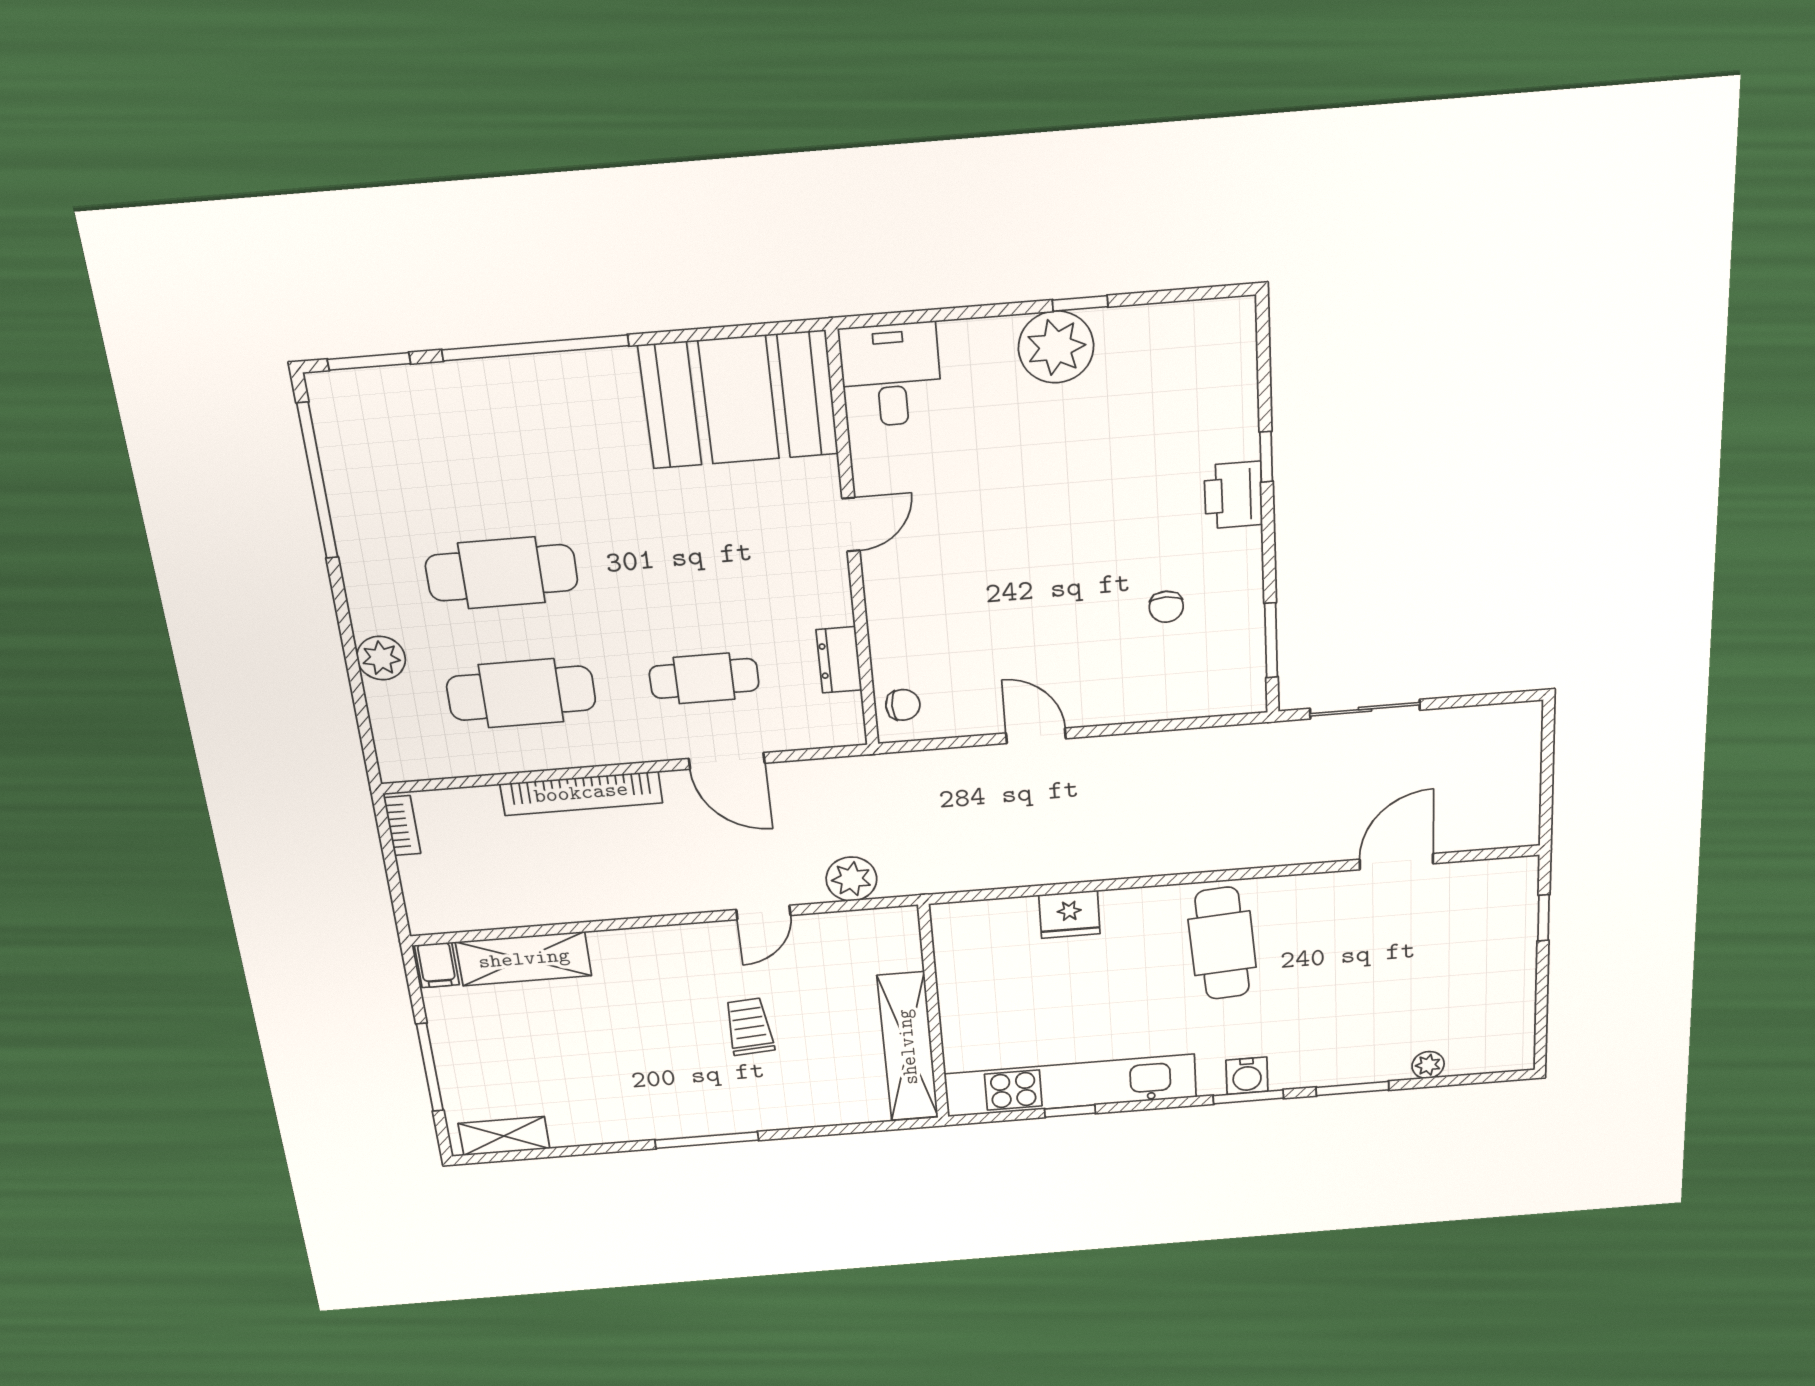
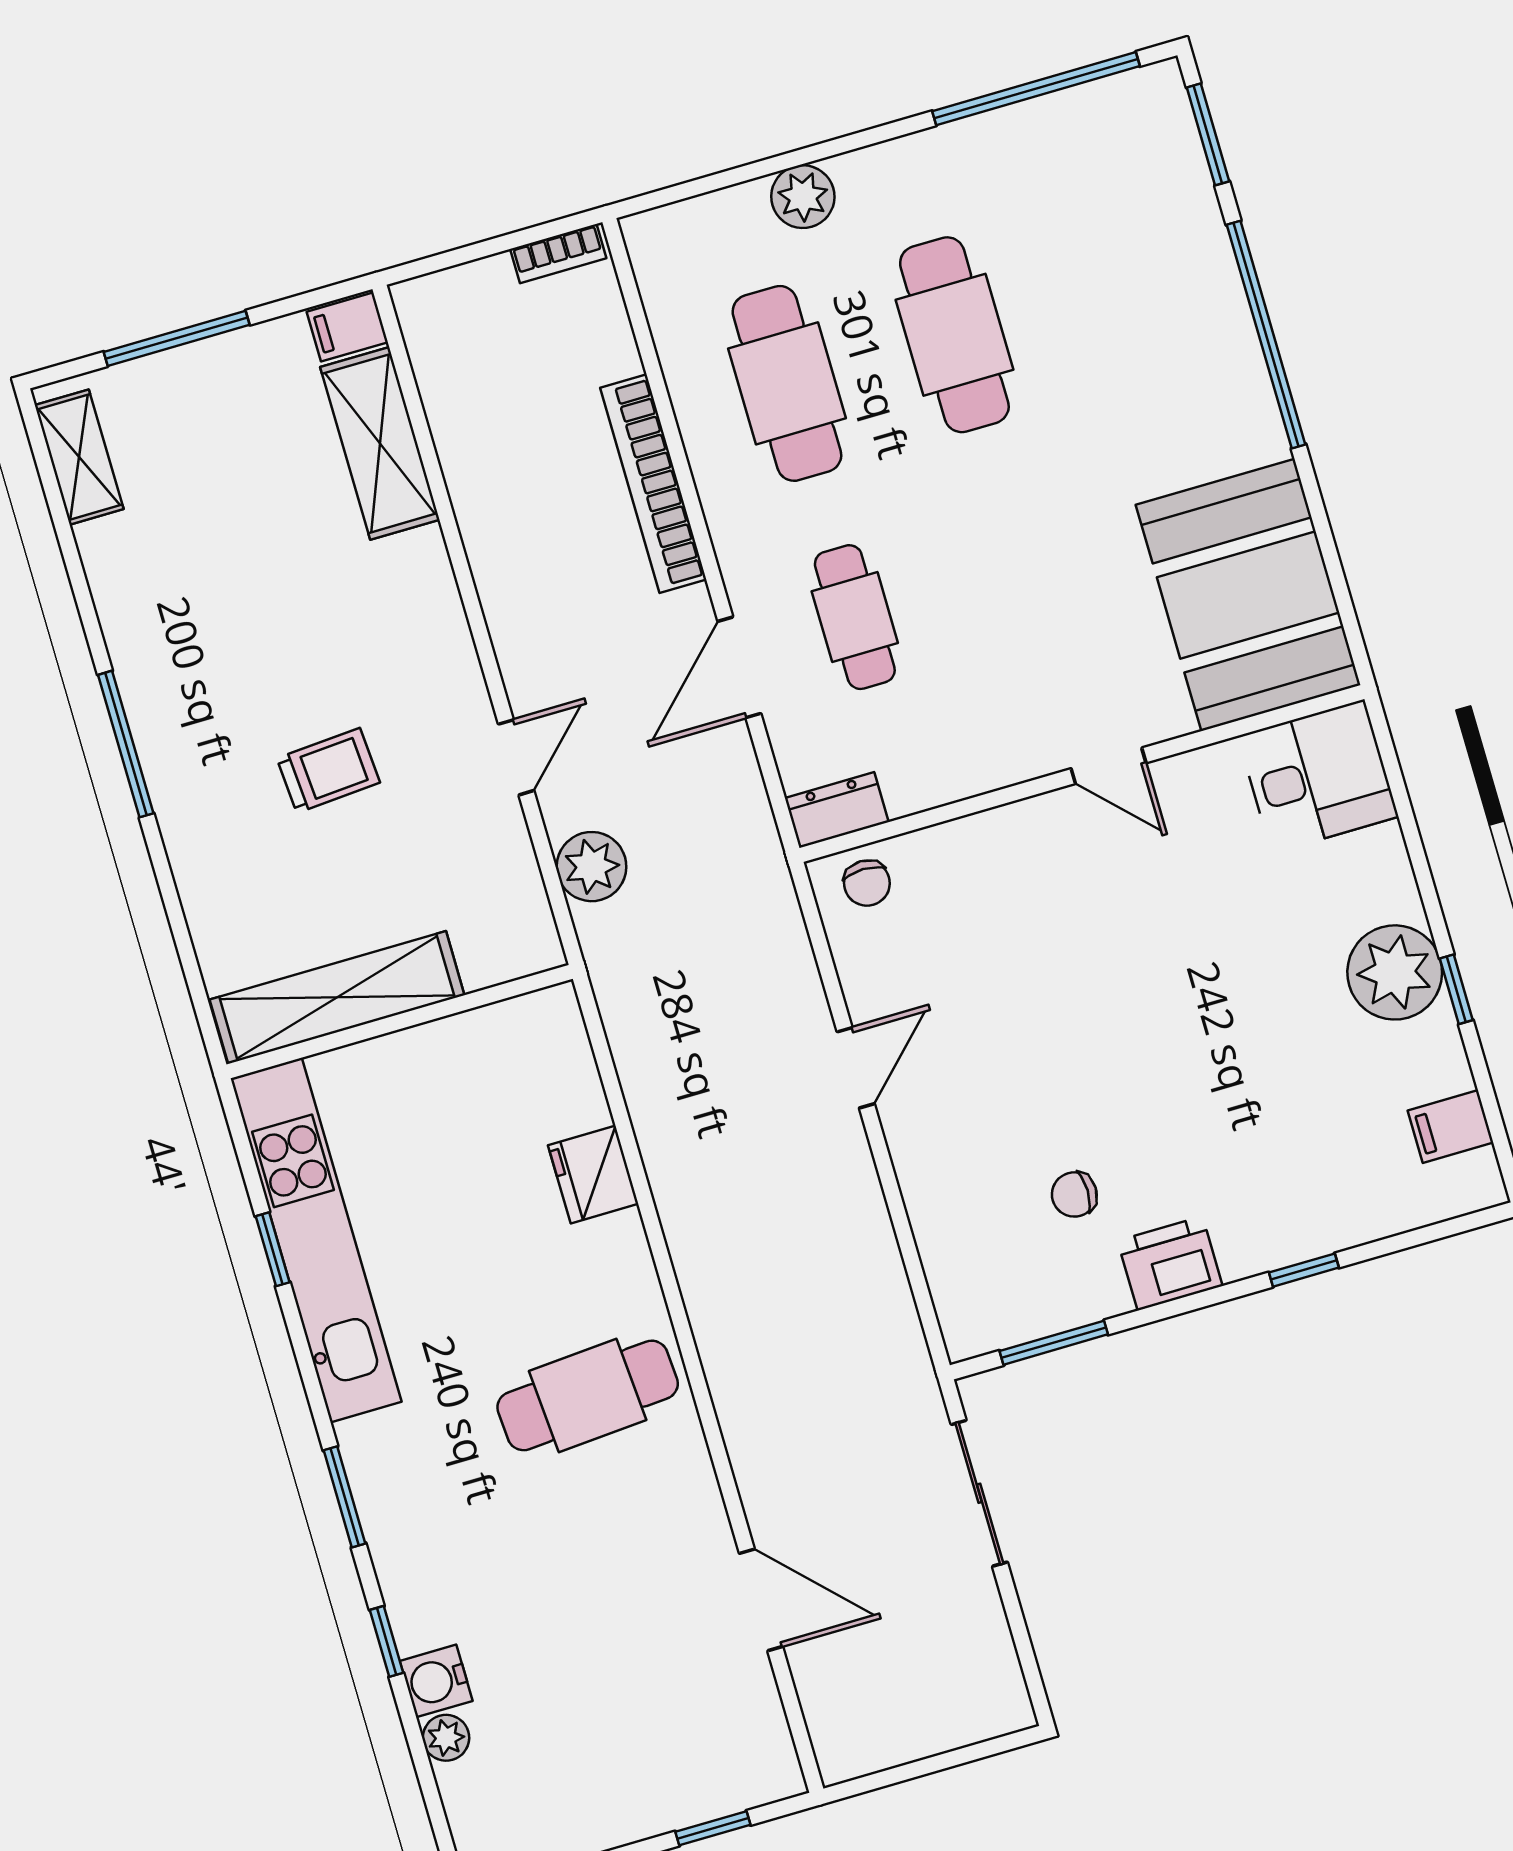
filing cabinet: (1186, 328) -> (1451, 1127), added
printer: (1233, 495) -> (1170, 1263), moved
dresser: (839, 660) -> (837, 810), moved
door: (763, 912) -> (516, 757), swing flipped
water cooler: (1247, 1076) -> (436, 1681), moved
window: (1352, 1089) -> (387, 1641), width x0.67

